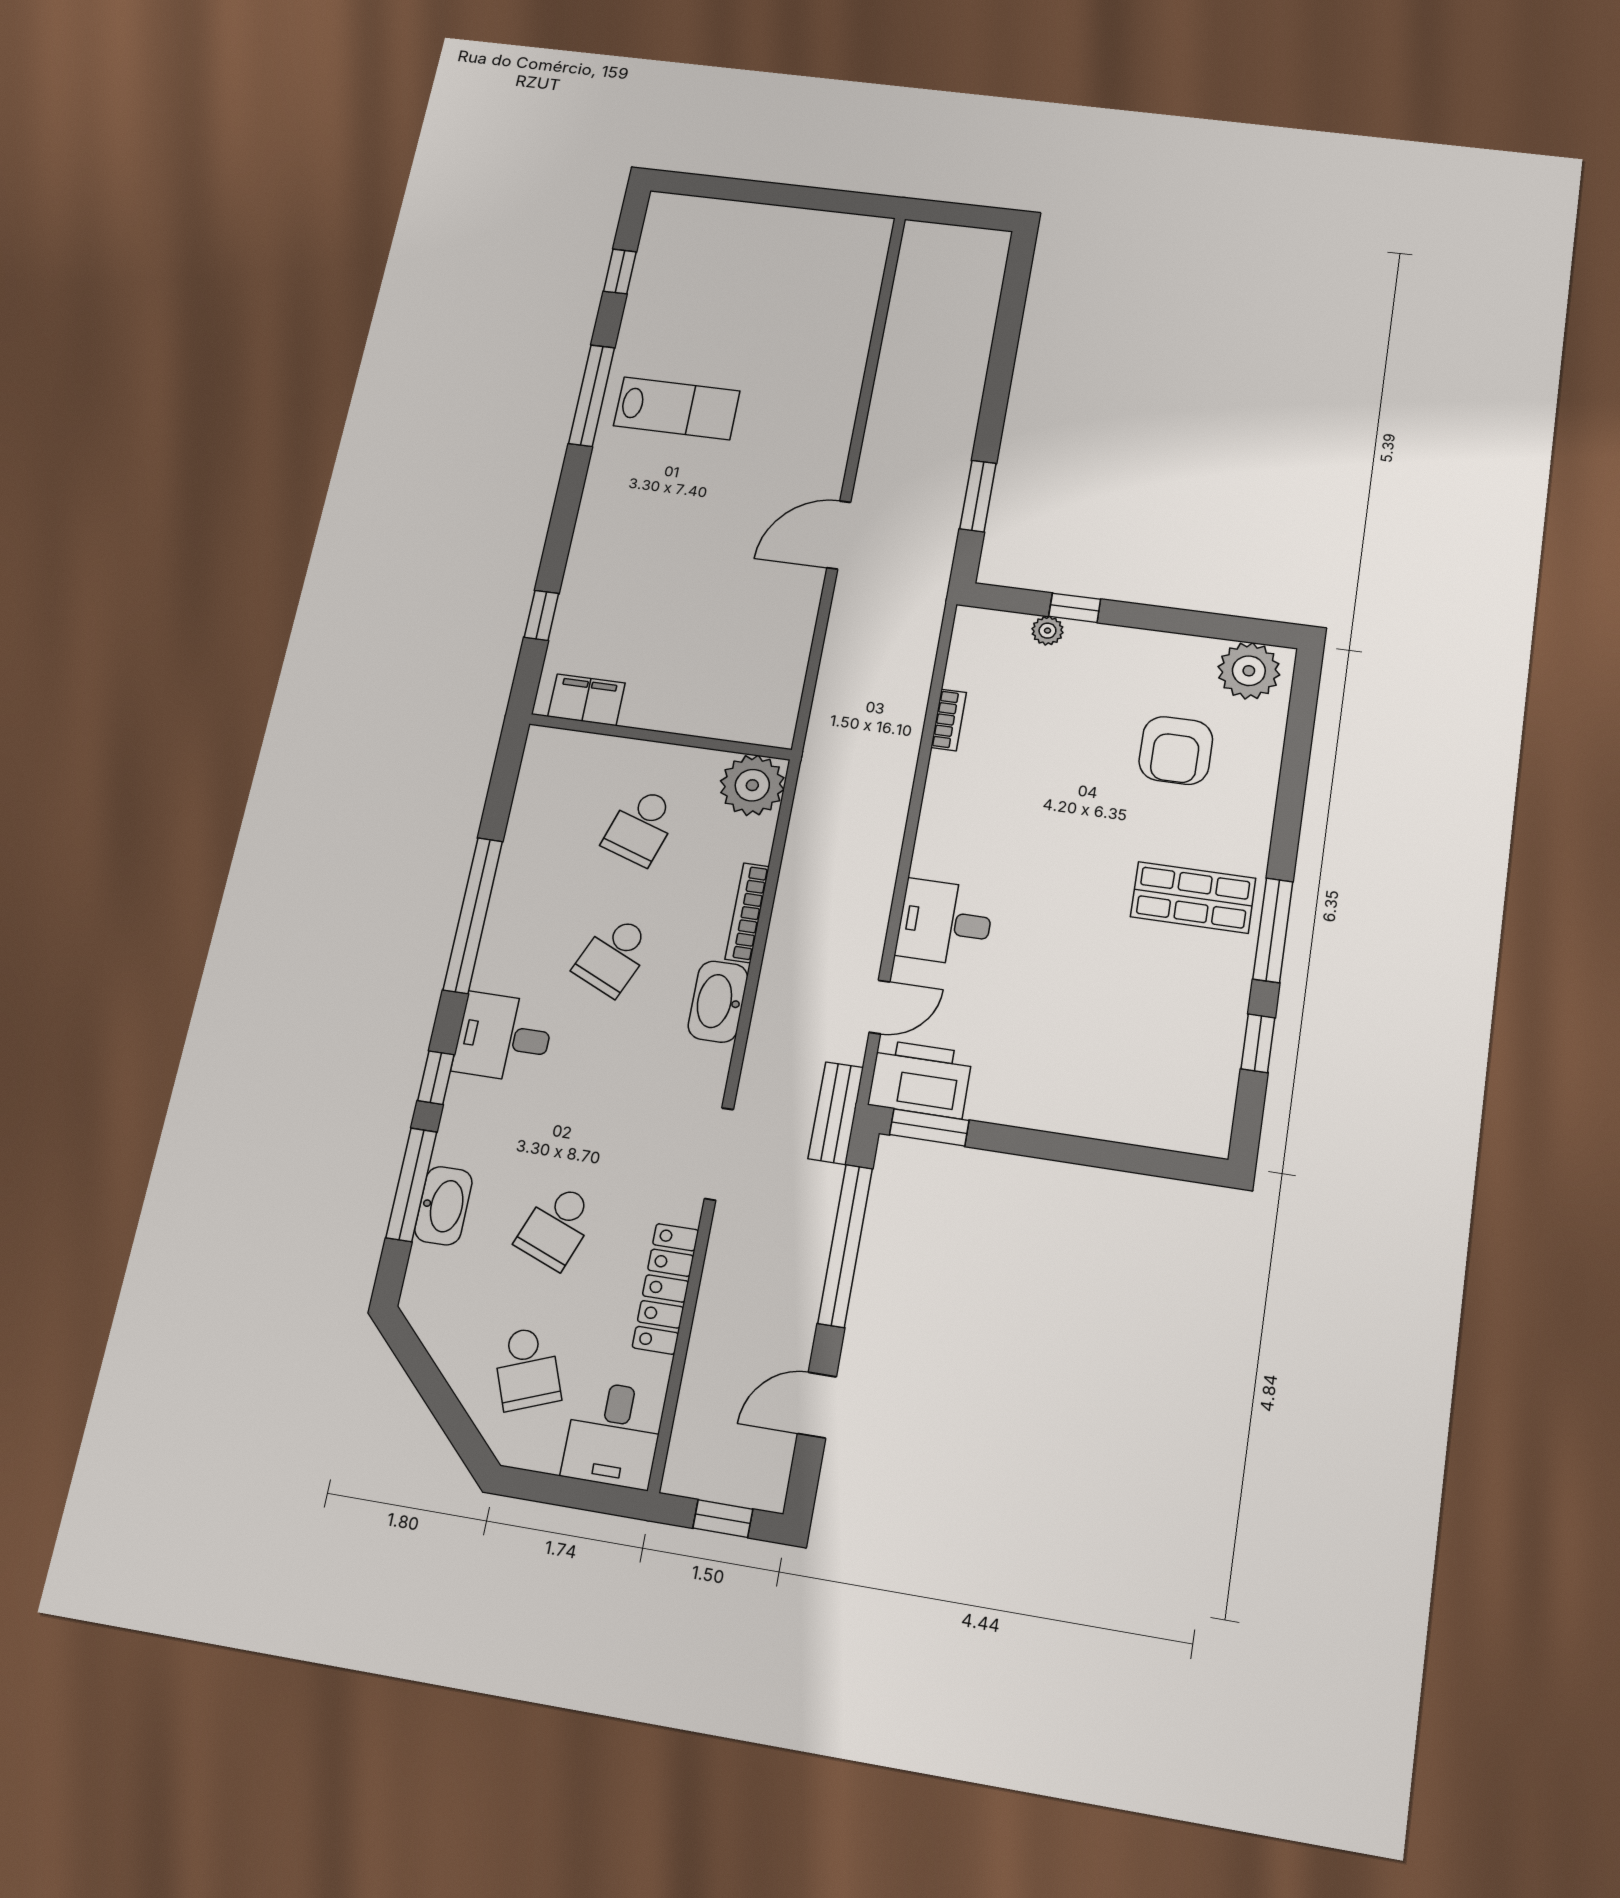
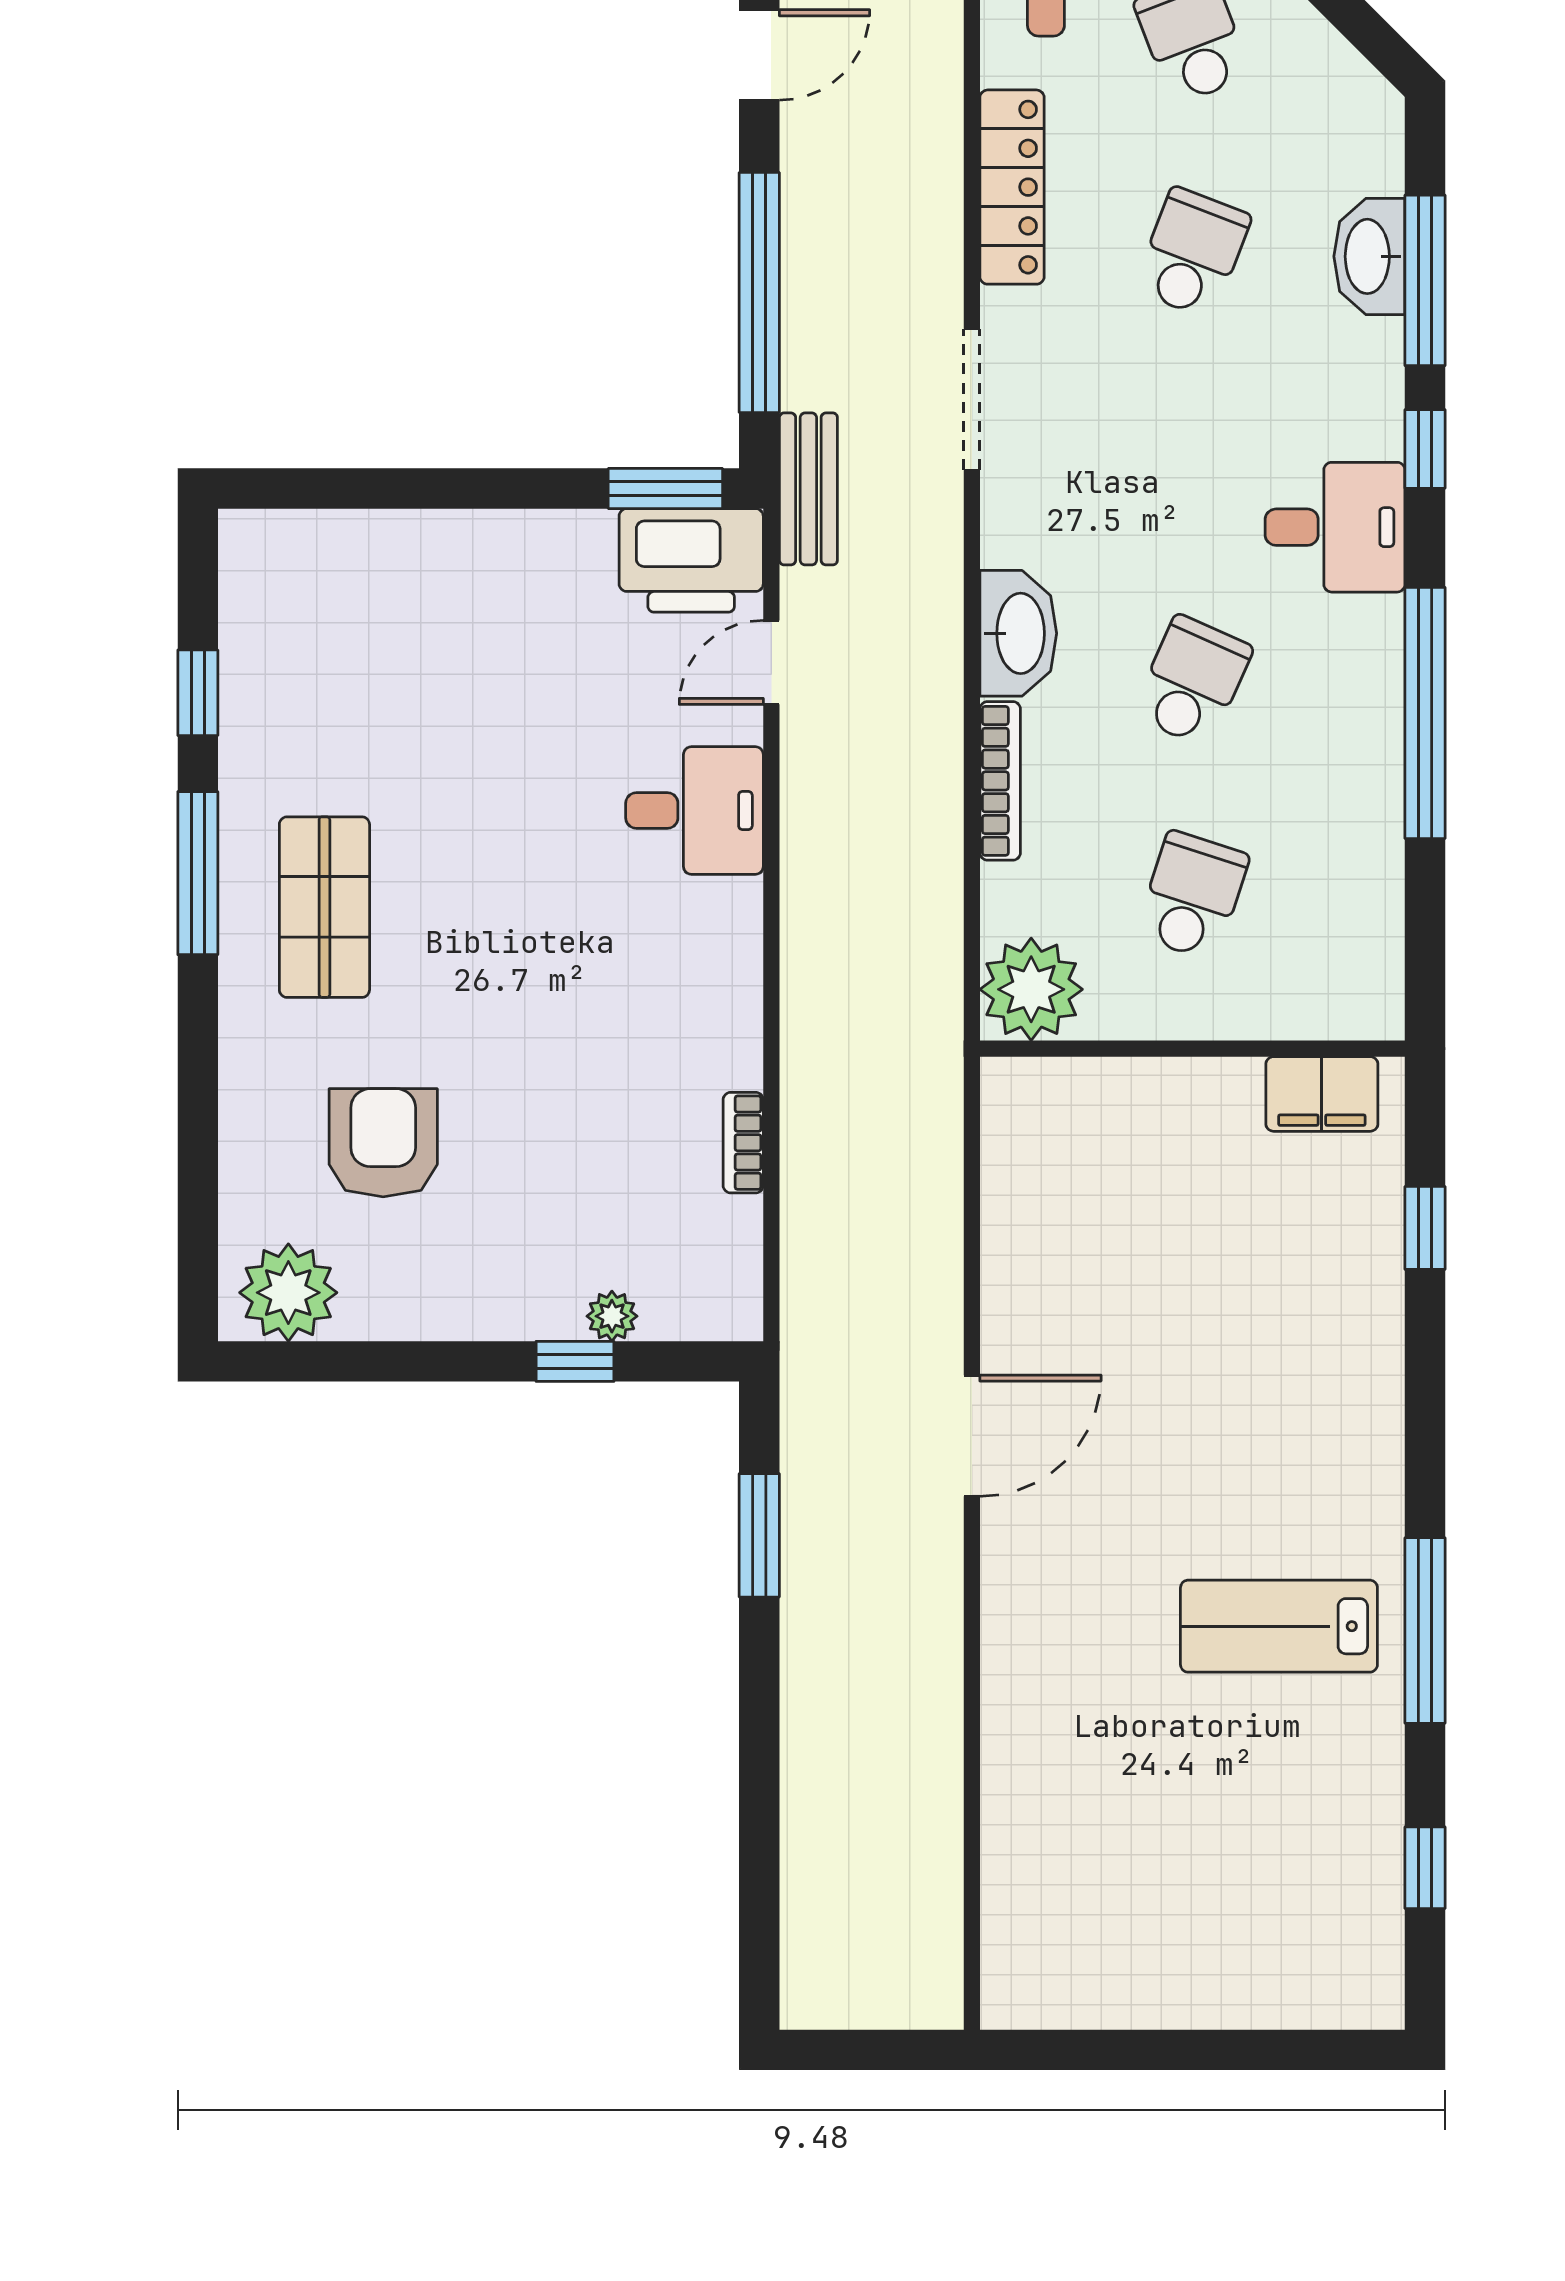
shop shelf: (1193, 897) -> (324, 907), turned 90

